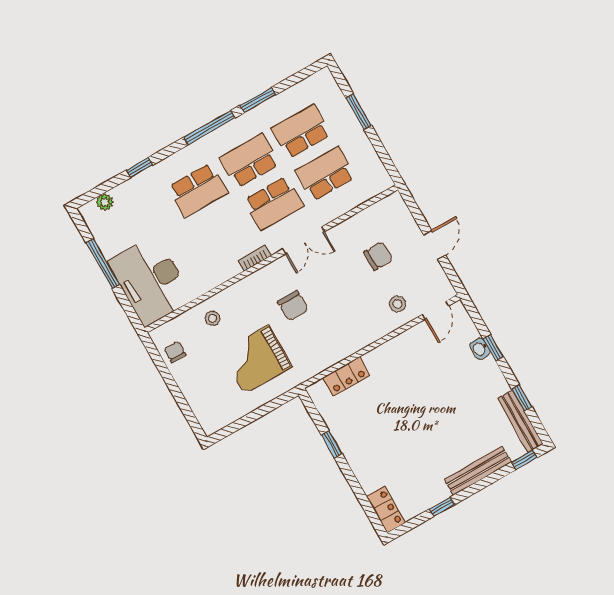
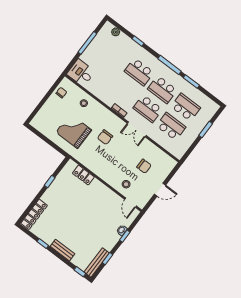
school desk: (250, 161) -> (162, 90), turned 180
desk: (150, 281) -> (81, 73), width x0.53, depth x0.77
door: (436, 310) -> (131, 203), hinge flipped
bench: (478, 471) -> (62, 250), width x0.73
locker: (386, 510) -> (34, 214), width x1.53

